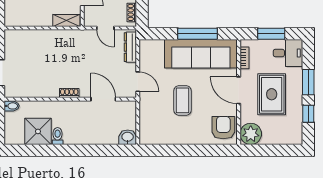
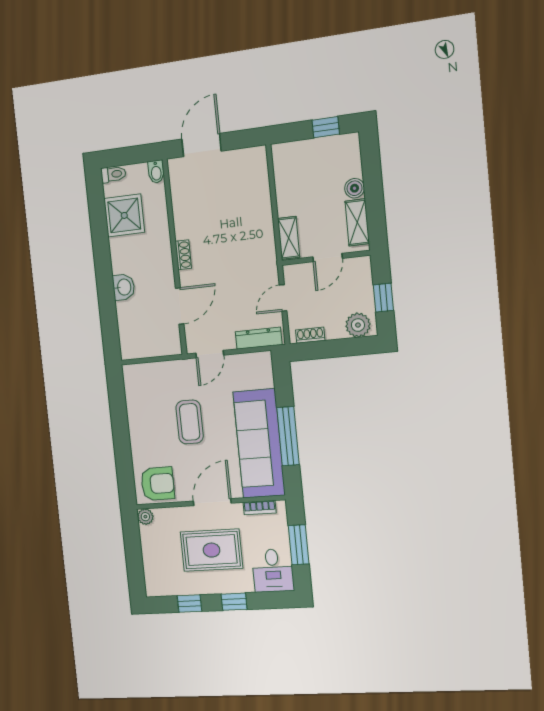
window: (308, 82) -> (234, 602), width x0.67
coffee table: (183, 100) -> (190, 422), turned 90
plant: (251, 134) -> (145, 517), width x0.53, depth x0.53
toilet: (58, 136) -> (113, 174), moved
washbasin: (128, 137) -> (124, 287), moved

